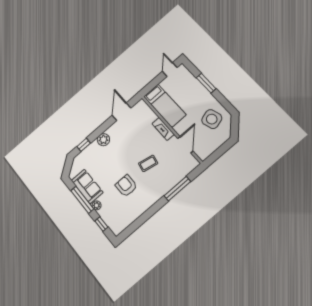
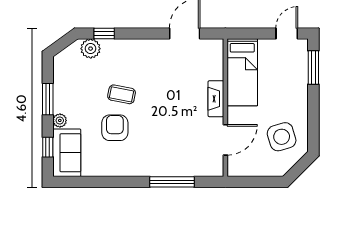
window: (206, 83) -> (313, 67), moved
plant: (103, 140) -> (91, 49), moved
coffee table: (148, 163) -> (122, 94), moved
sofa: (87, 186) -> (67, 153), moved
window: (82, 200) -> (48, 99), width x0.69

